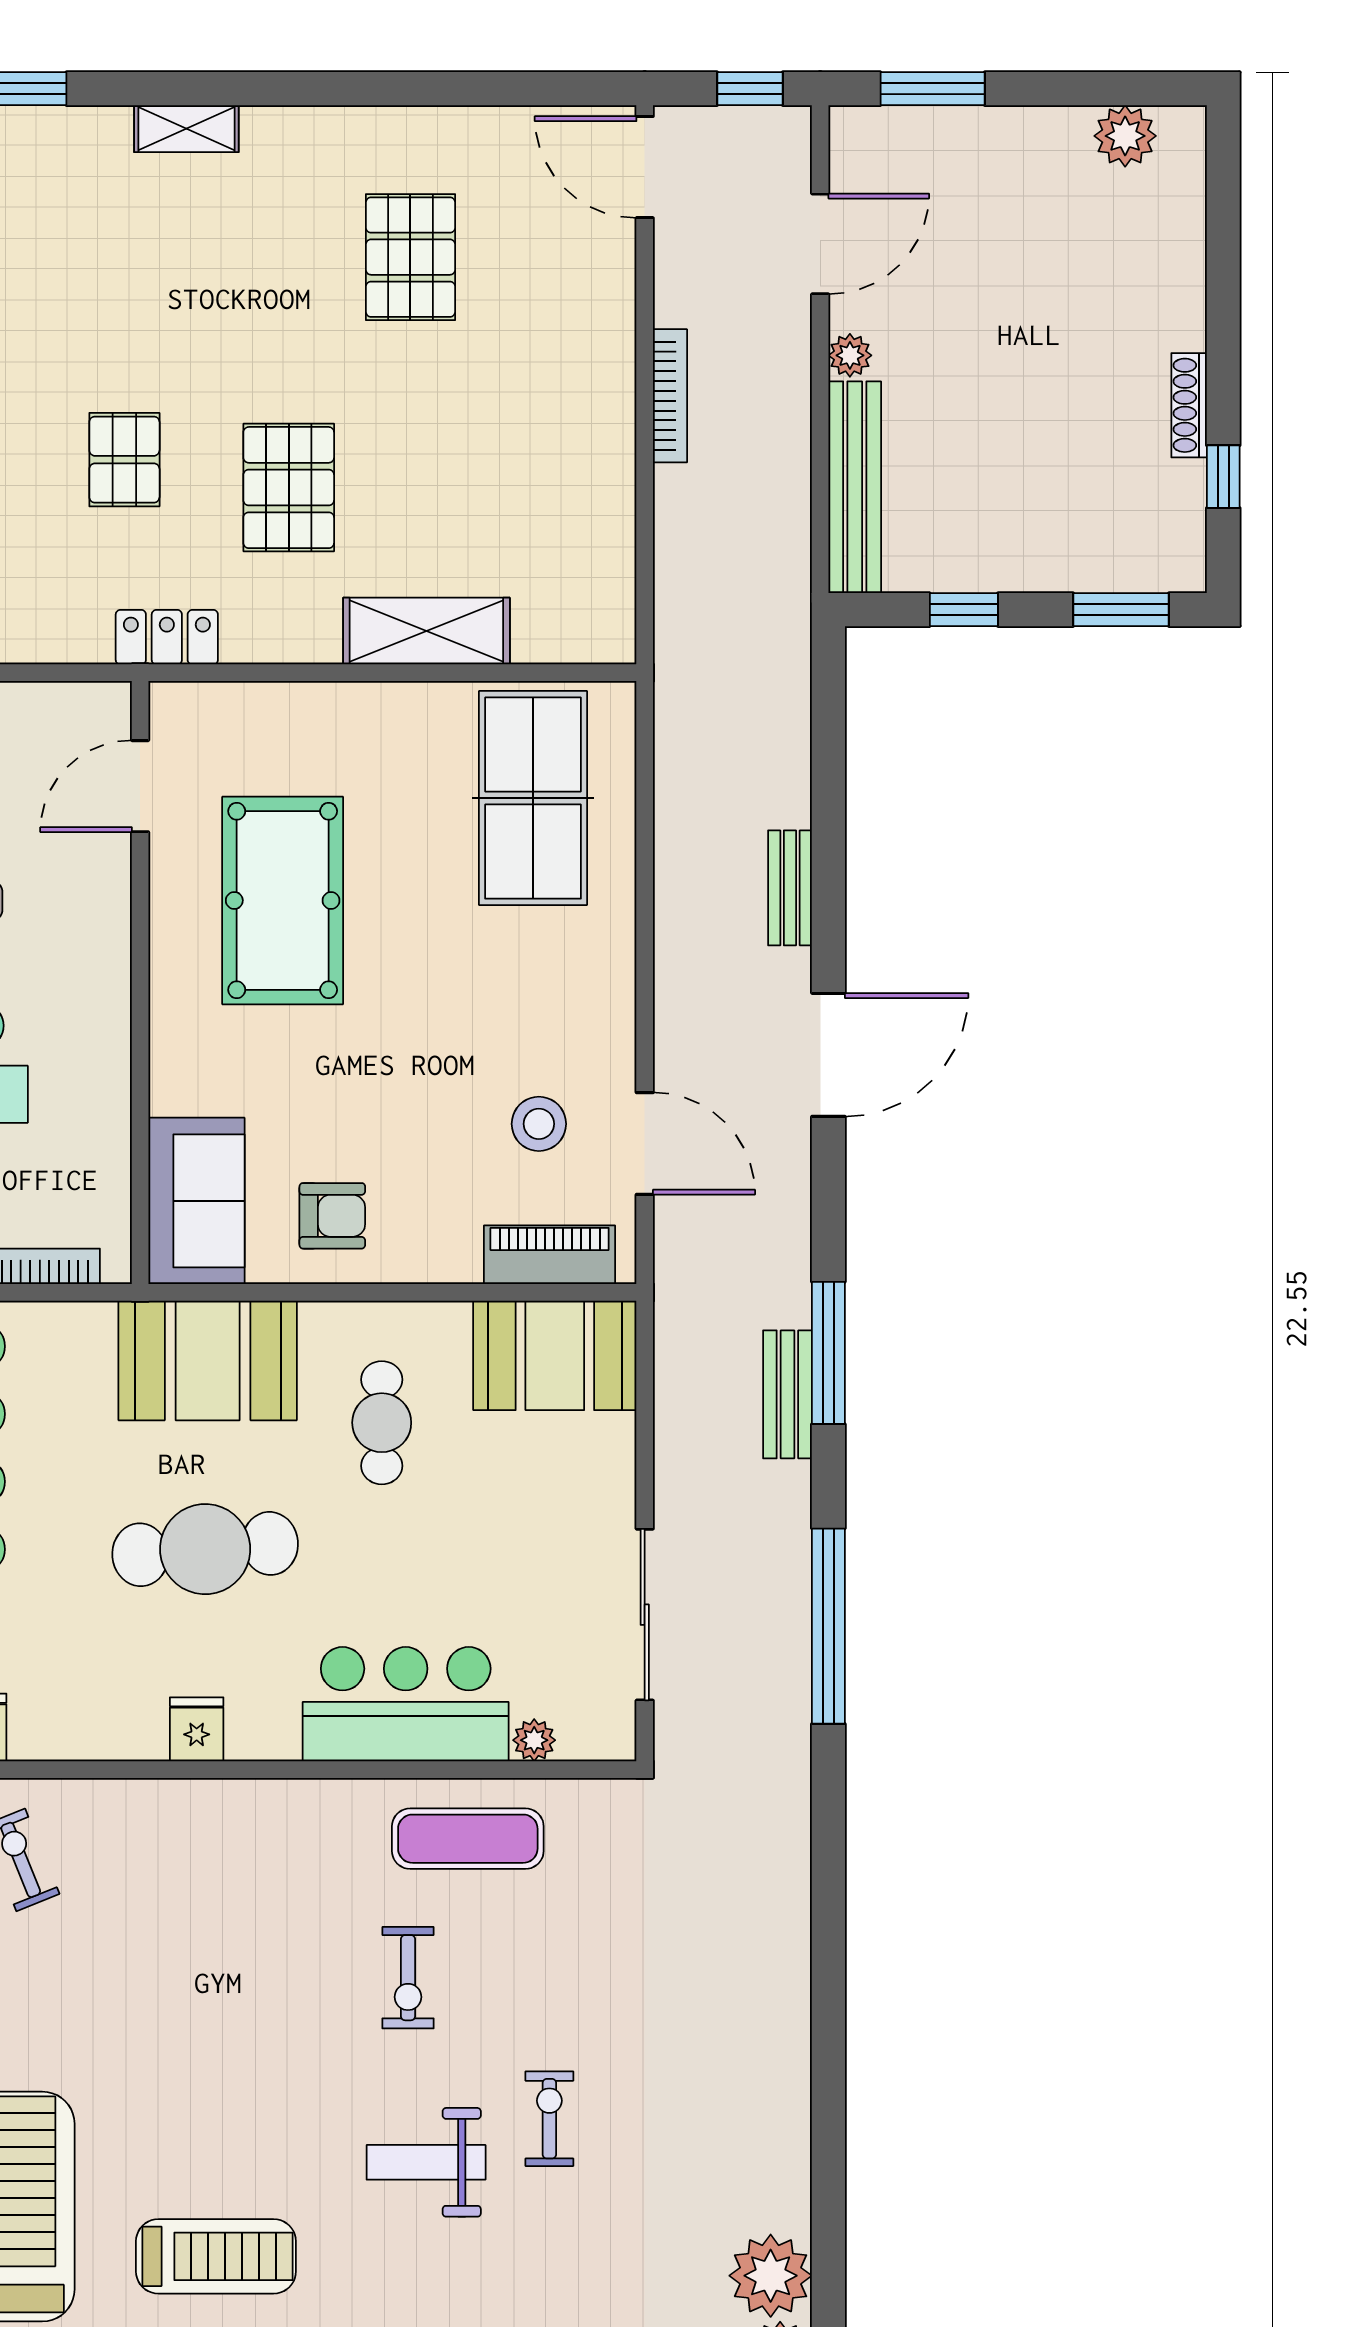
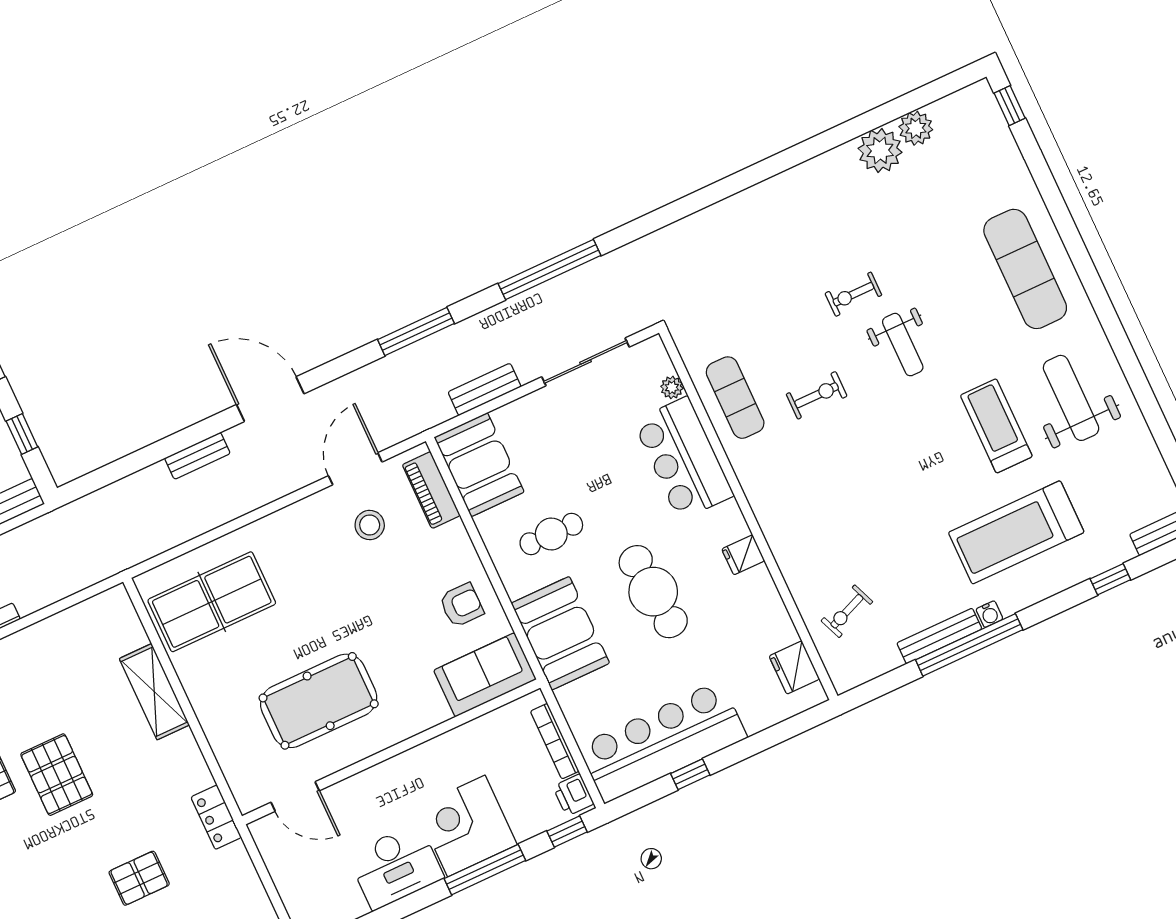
pallet: (289, 488) -> (57, 775), moved, turned 90
armchair: (332, 1216) -> (461, 605), turned 90
bench: (787, 1394) -> (485, 389), moved

